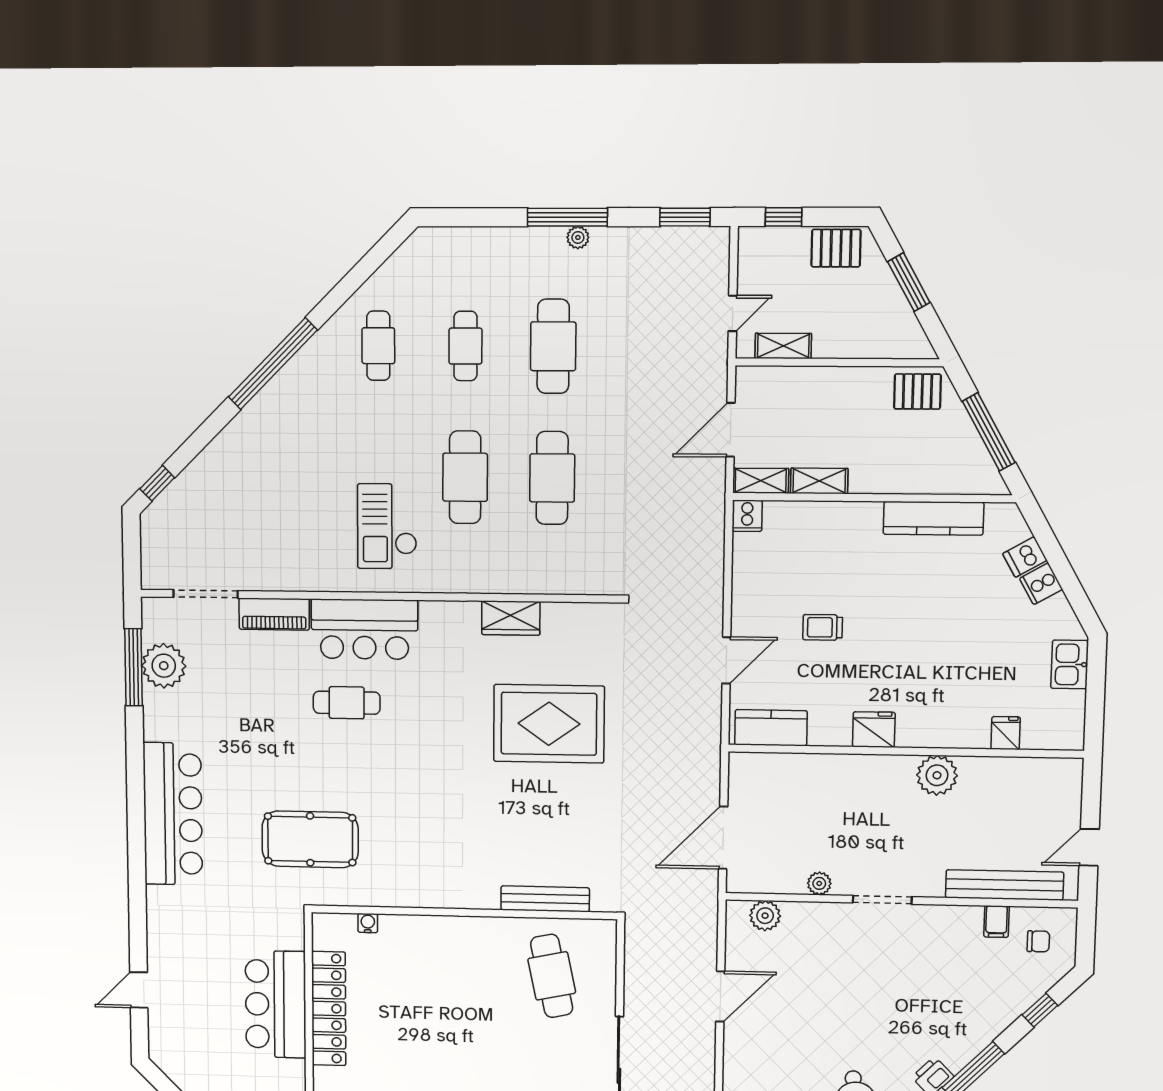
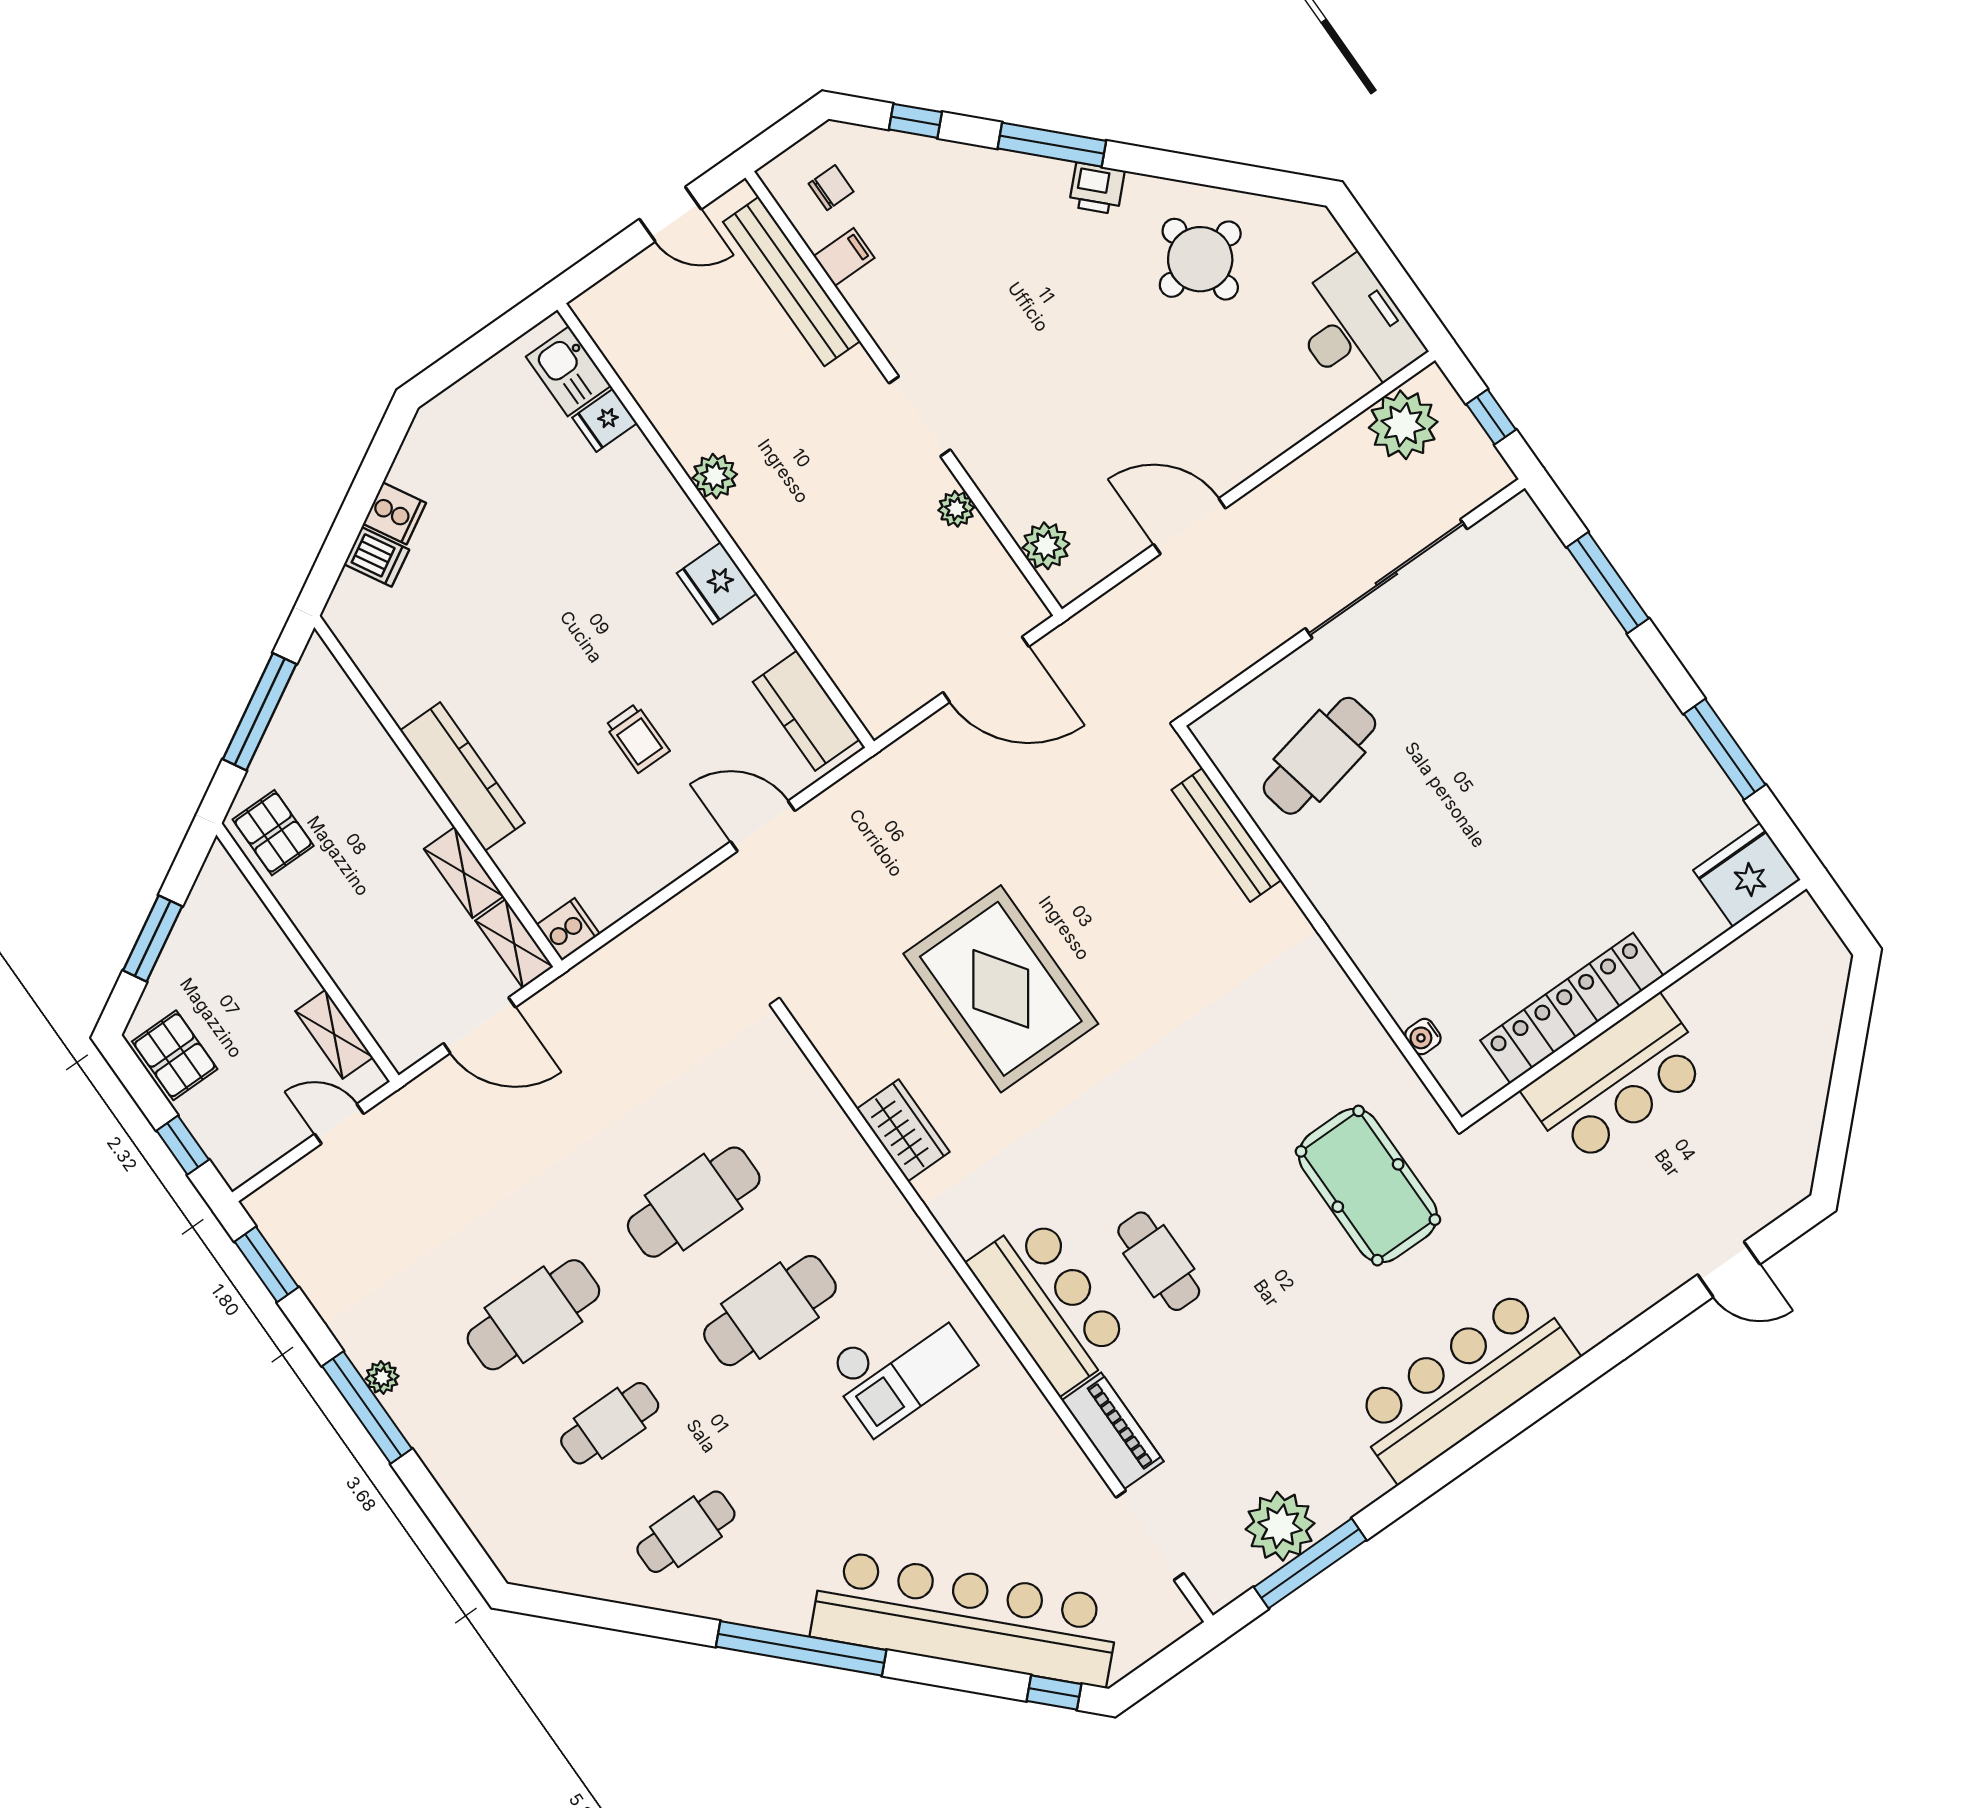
bar counter: (229, 464) -> (965, 1618), added
kitchen counter: (933, 518) -> (462, 777), moved
kitchen sink: (1070, 664) -> (568, 371), moved, turned 90
plant: (937, 775) -> (715, 476), width x0.73, depth x0.73
chair: (1038, 941) -> (831, 188), turned 90

